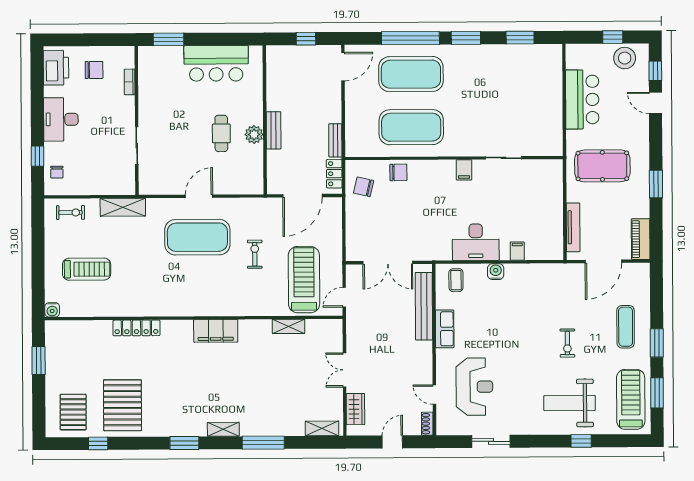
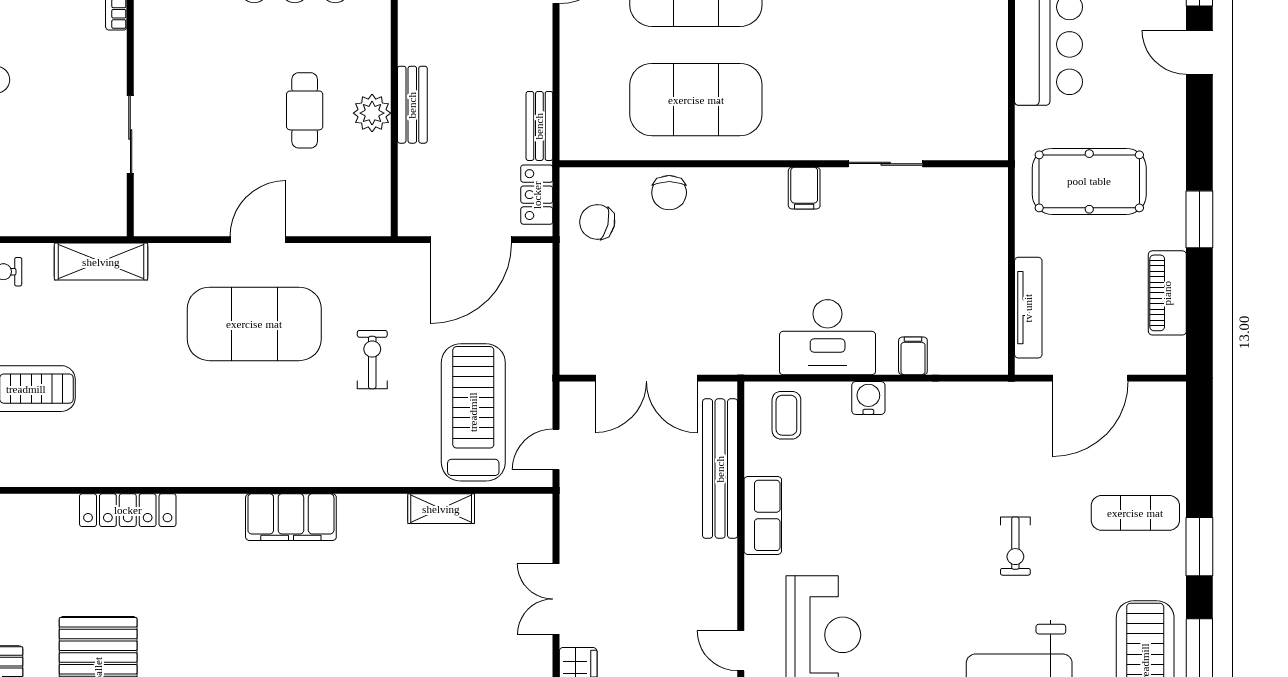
chair: (398, 172) -> (669, 193), turned 90
piano: (641, 239) -> (1167, 293), moved
exercise mat: (626, 327) -> (1135, 513), turned 90

